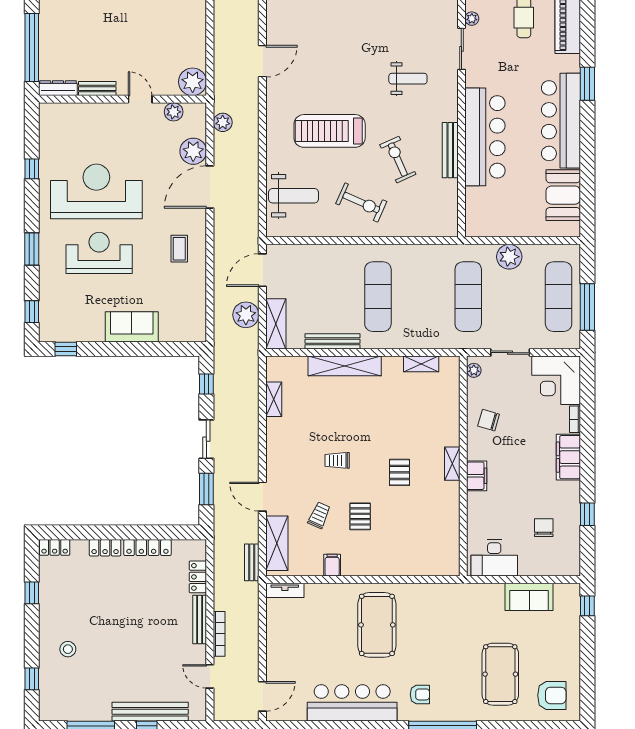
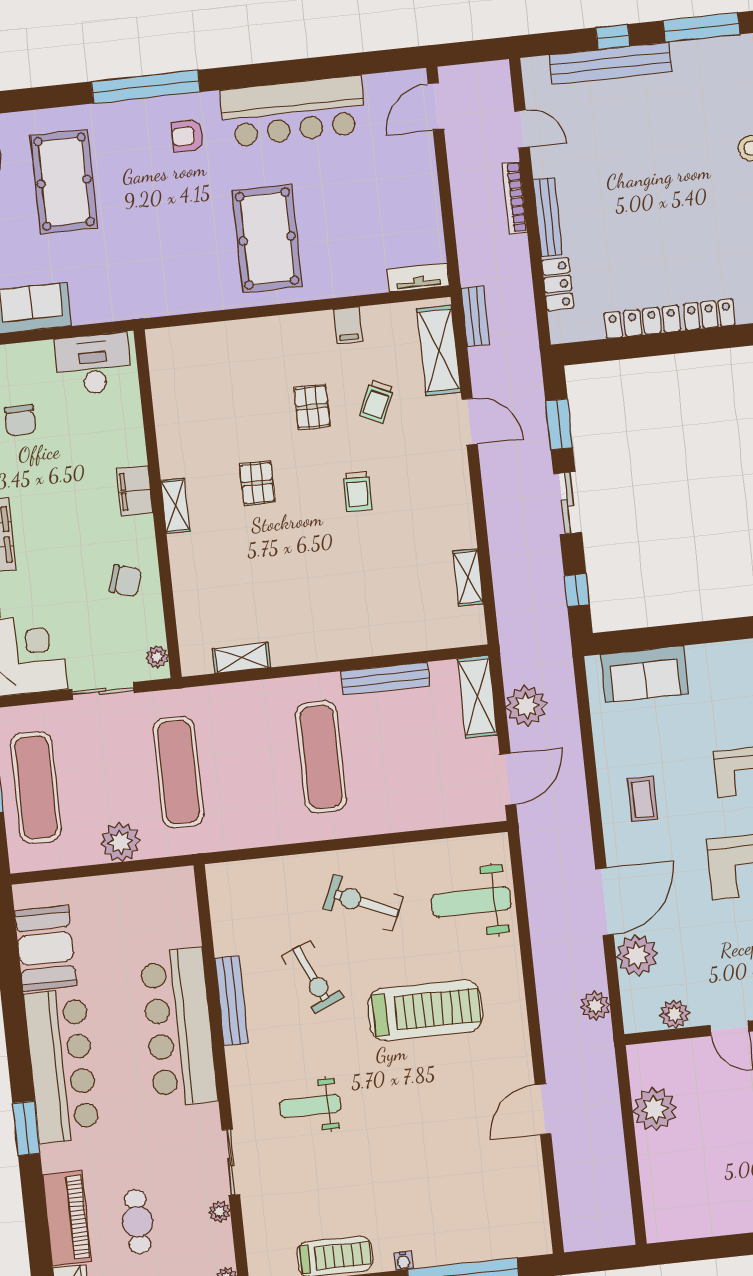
plant: (193, 82) -> (655, 1109), moved
sofa: (132, 327) -> (645, 674), moved
shelving: (345, 366) -> (362, 642), removed
trolley: (337, 460) -> (358, 491), turned 91

